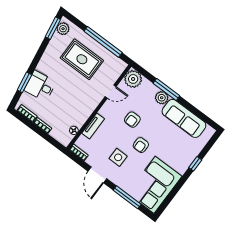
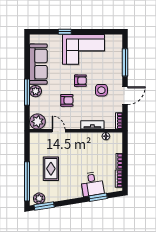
window: (103, 42) -> (27, 181), moved
rug: (82, 59) -> (51, 169), width x0.73, depth x0.70
corner sofa: (155, 185) -> (83, 49), moved

